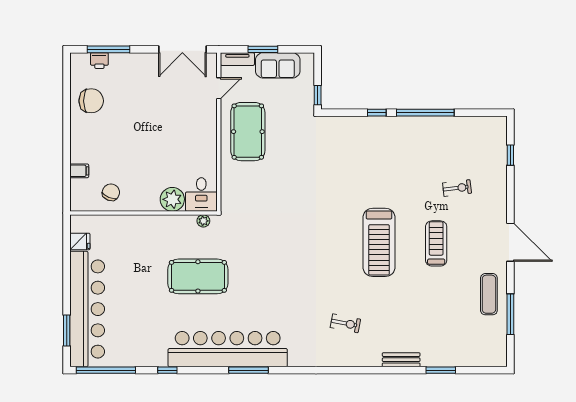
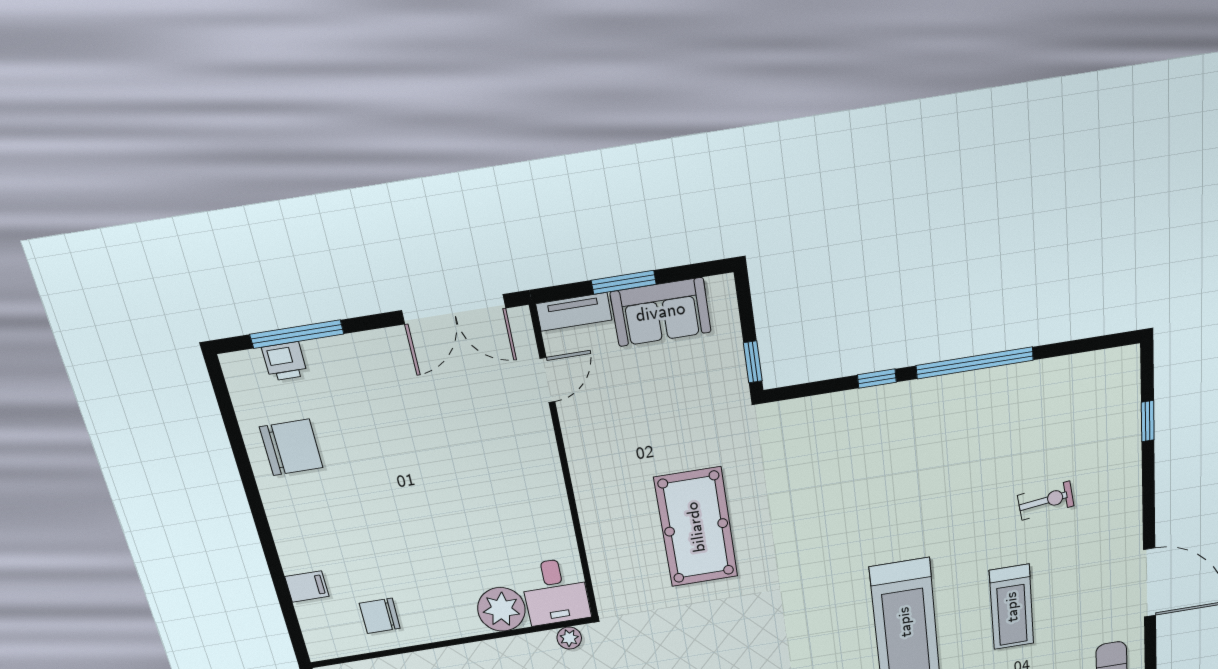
pool table: (248, 132) -> (696, 527), moved
chair: (111, 192) -> (380, 616), turned -113
treadmill: (436, 243) -> (1012, 607), turned 180

